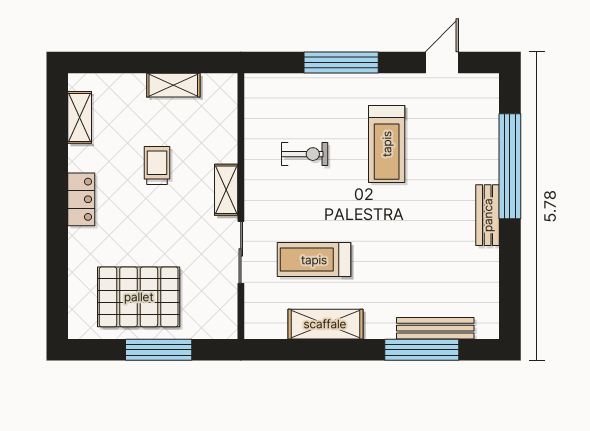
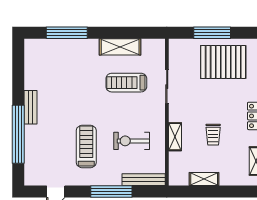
exercise bike: (305, 154) -> (132, 141), width x1.38, depth x1.39
shelving: (226, 190) -> (175, 137), moved
treadmill: (314, 260) -> (126, 83), turned 180
bench: (435, 328) -> (144, 180), moved

